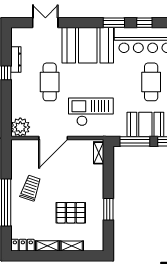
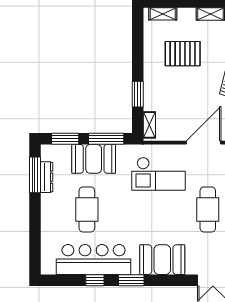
booth: (88, 45) -> (162, 260), width x0.73, depth x0.70
window: (108, 209) -> (138, 94), moved
shelving: (72, 246) -> (163, 14), moved

